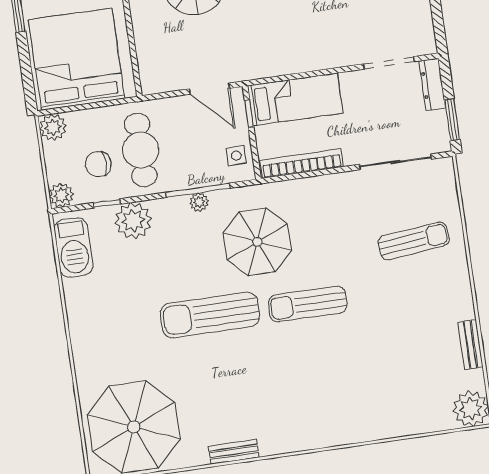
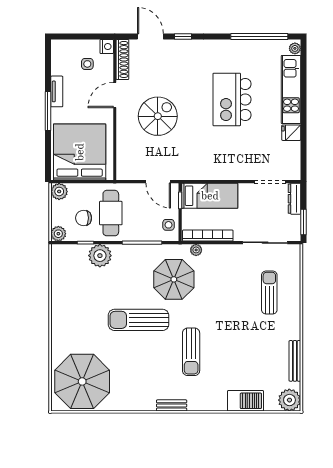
plant: (199, 202) -> (196, 250), moved
sun lounger: (414, 241) -> (269, 293), turned -84
barbecue: (73, 247) -> (246, 401), moved, turned -90
sun lounger: (308, 304) -> (191, 352), moved, turned -90
bench: (470, 345) -> (295, 361), width x1.36
bench: (234, 452) -> (172, 405), moved

